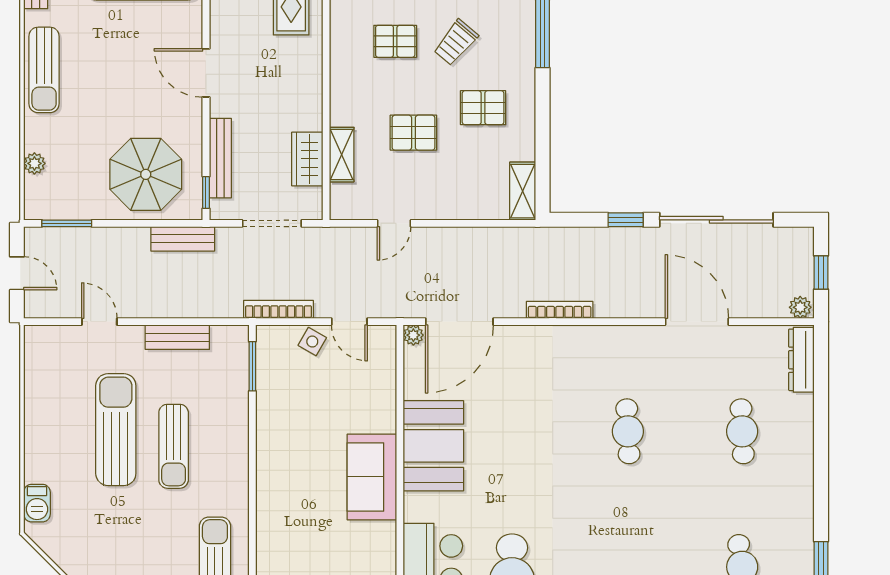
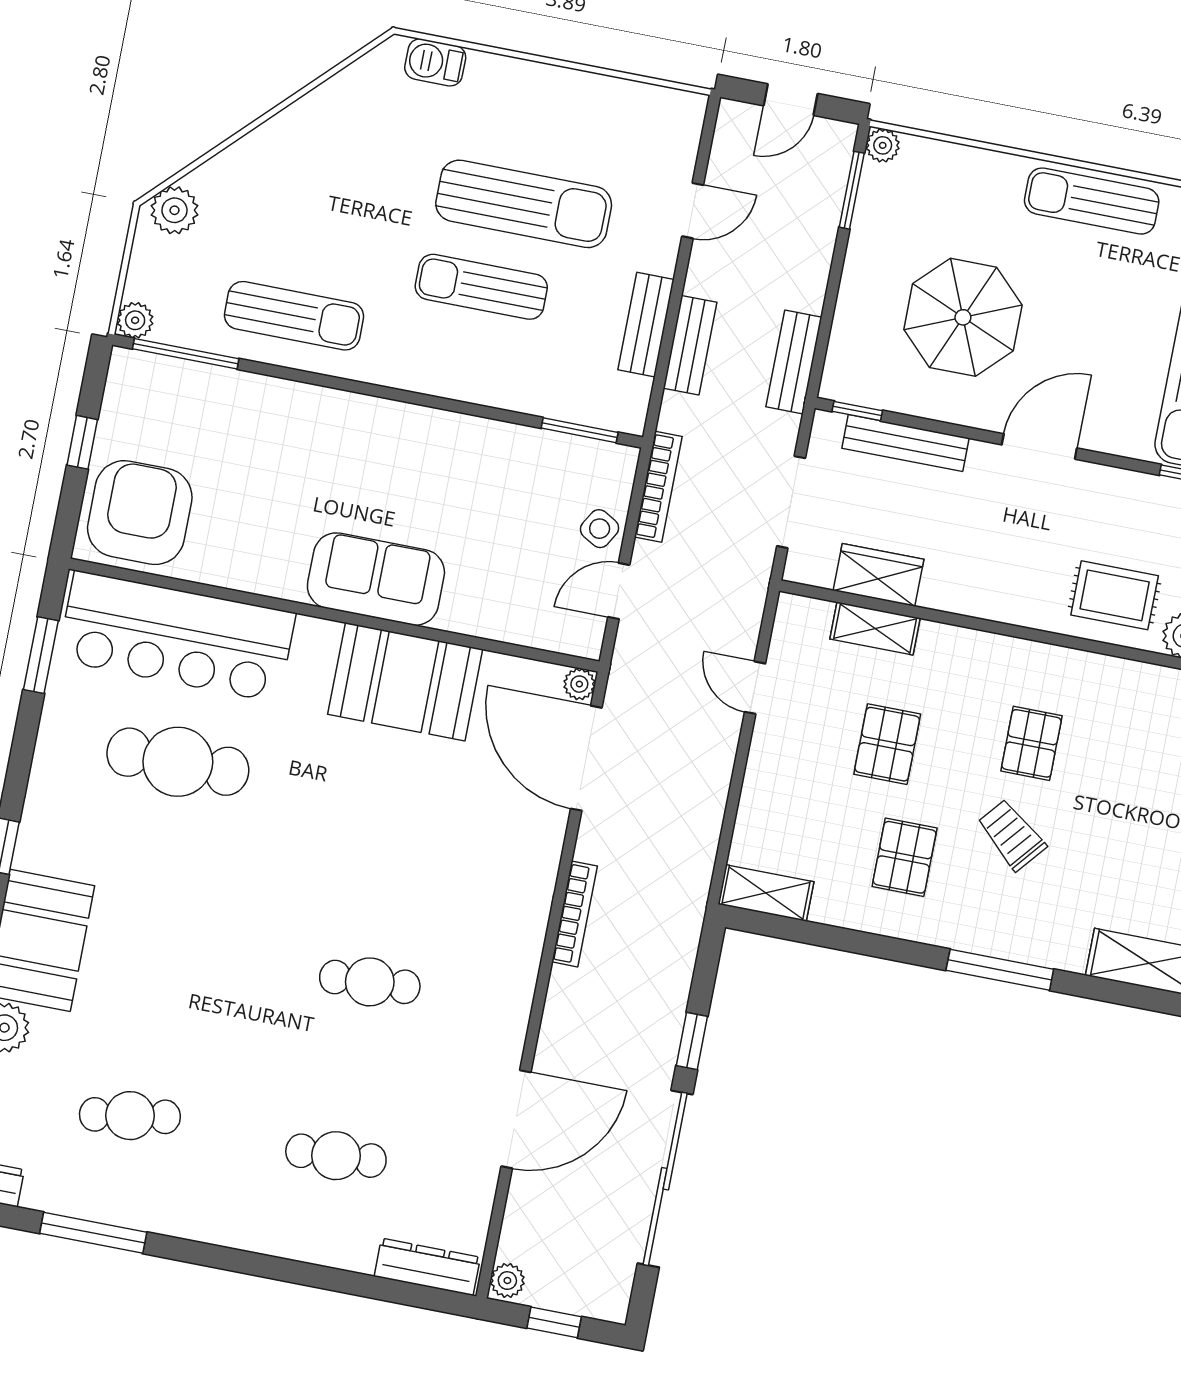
plant: (34, 163) -> (883, 145), moved
parasol: (146, 174) -> (963, 317), moved
bench: (185, 307) -> (690, 345), added

